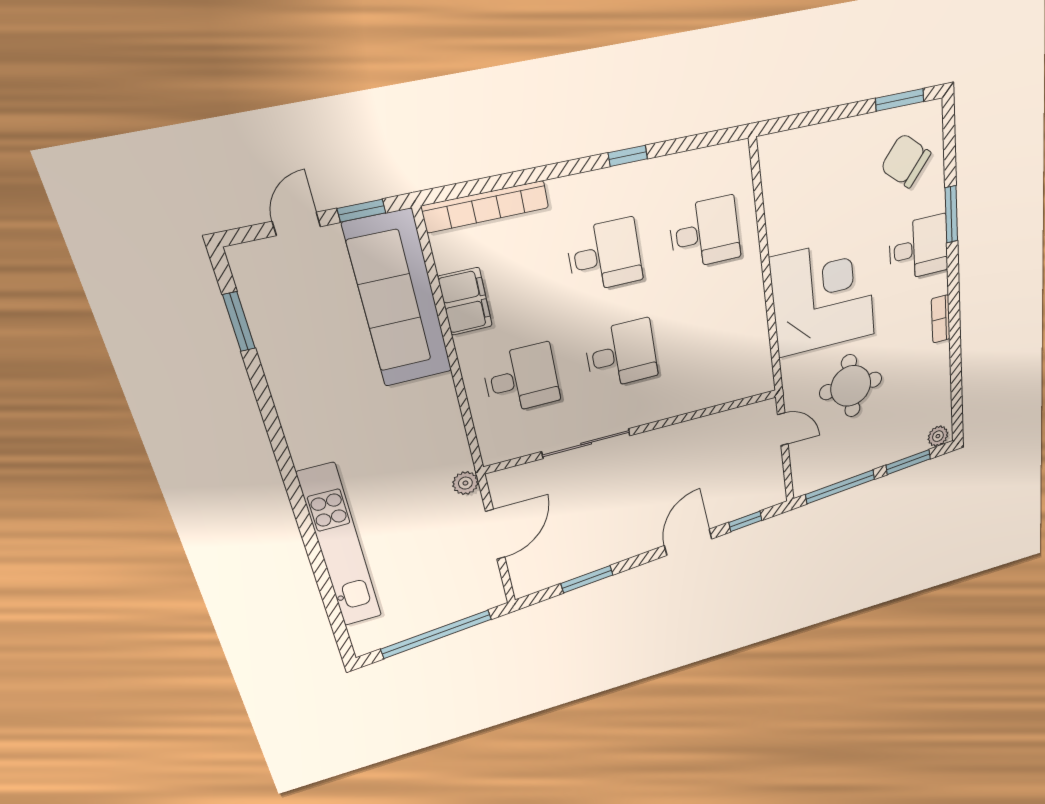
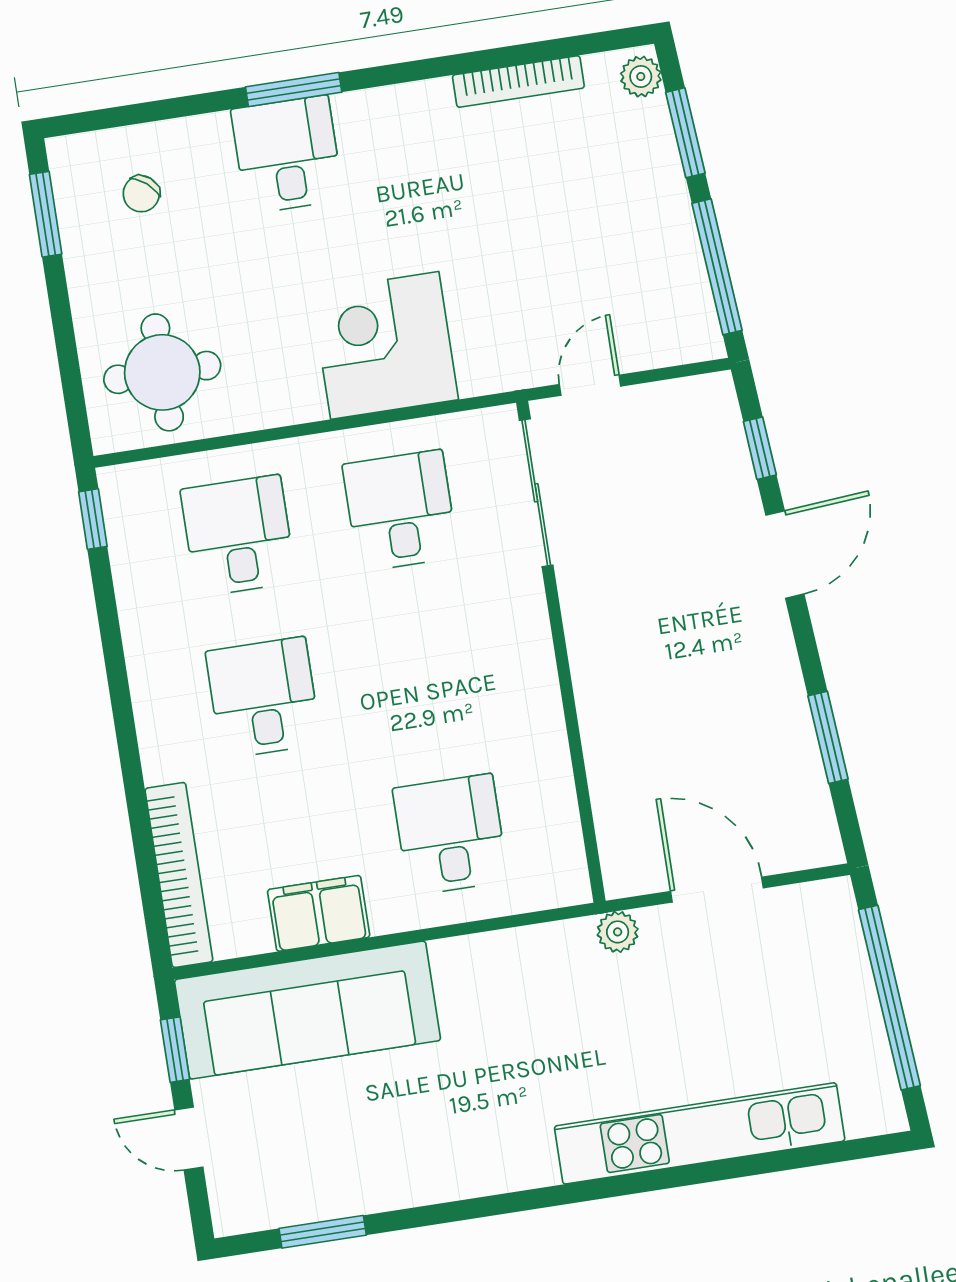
window: (628, 156) -> (93, 519), moved
chair: (906, 161) -> (141, 194), width x0.54, depth x0.54
window: (951, 214) -> (294, 89), moved
corner desk: (823, 297) -> (385, 345), width x0.74, depth x0.74
bookcase: (941, 319) -> (518, 82), moved, width x1.56
desk: (621, 354) -> (400, 511), moved
round table: (851, 386) -> (162, 372), moved
sliding door: (586, 444) -> (536, 493), moved
door: (688, 542) -> (785, 555), swing flipped

